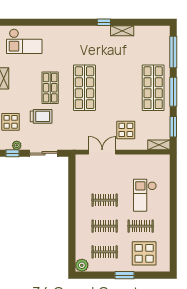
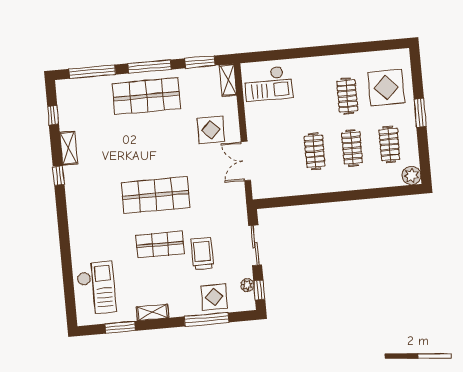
window: (146, 22) -> (53, 115), added
checkout: (145, 195) -> (268, 84), moved

